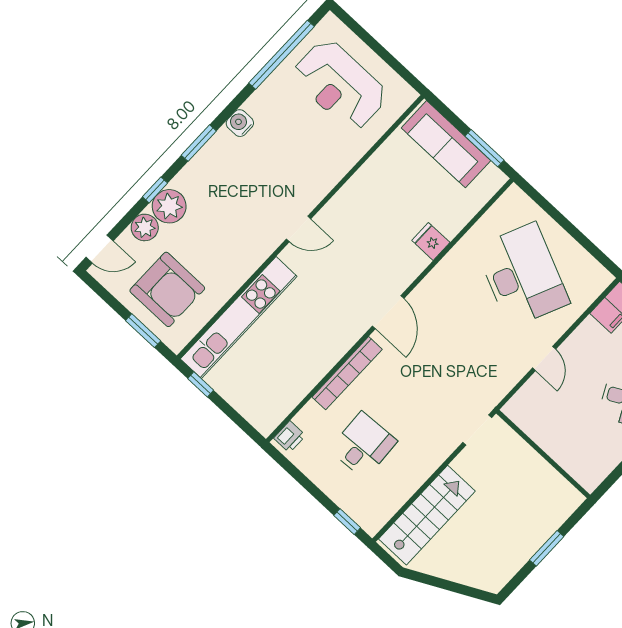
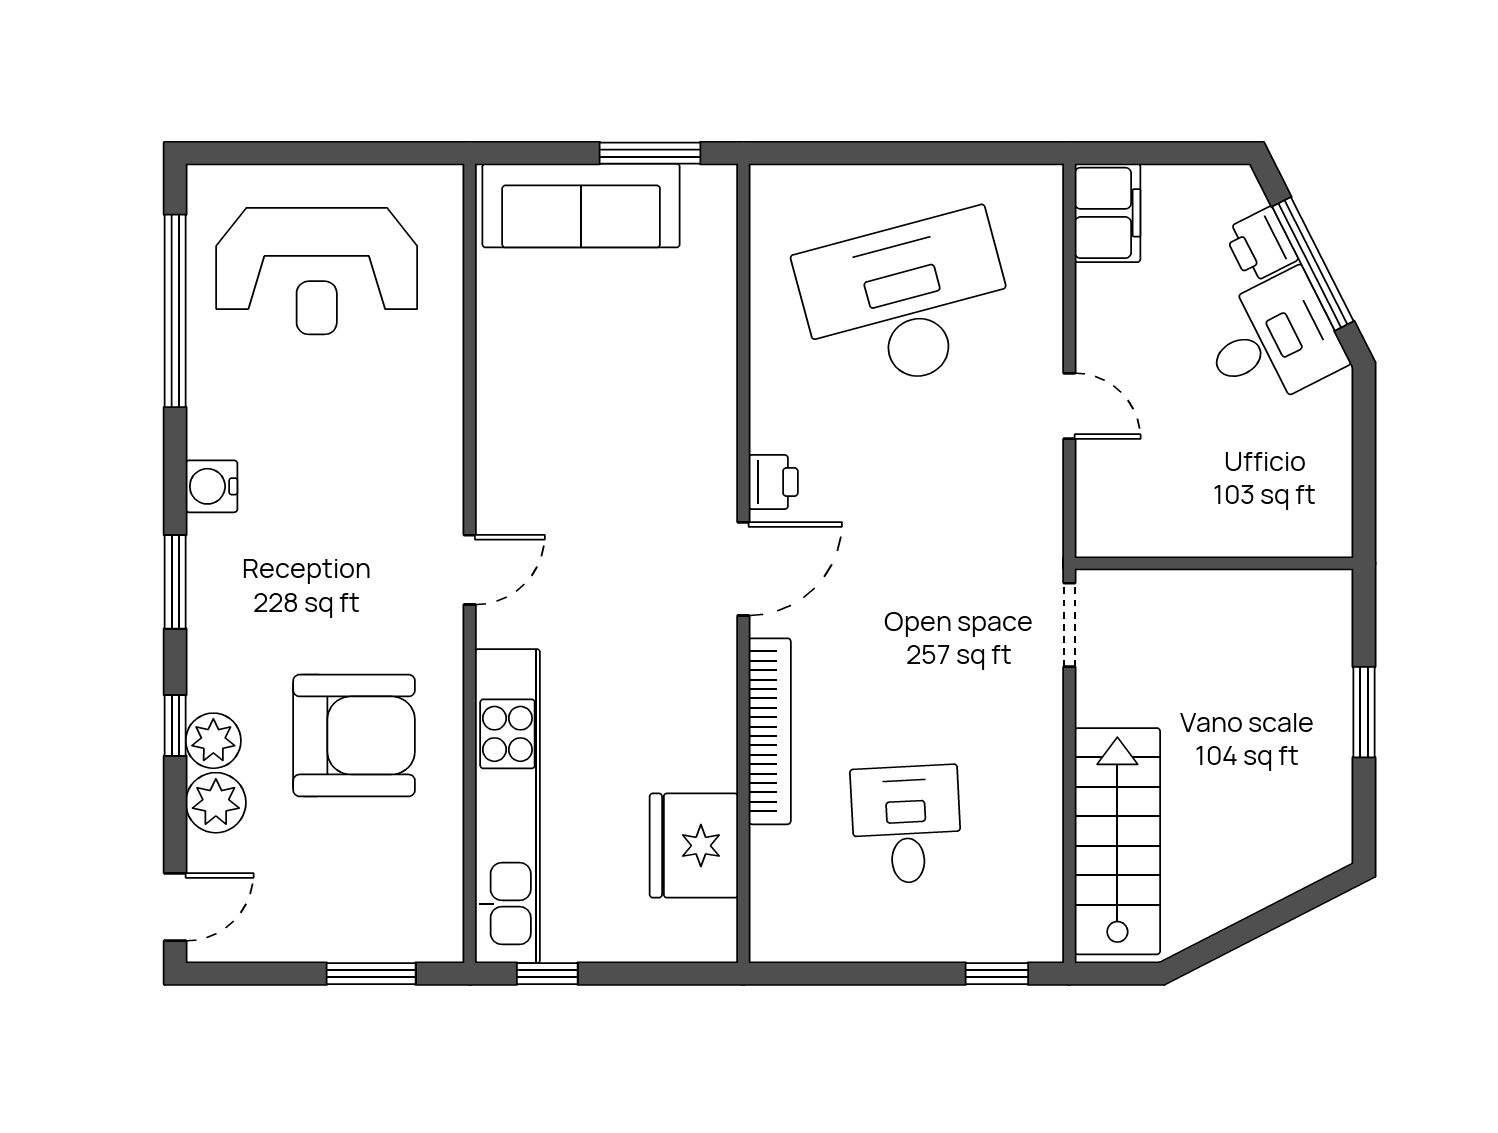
plant: (169, 206) -> (213, 741), width x0.73, depth x0.73
fridge: (431, 241) -> (694, 846), moved, width x1.88, depth x1.34
desk: (523, 275) -> (906, 302), turned -39
armchair: (167, 289) -> (354, 735), moved
door: (388, 312) -> (743, 569), hinge flipped
printer: (290, 437) -> (773, 482), moved

